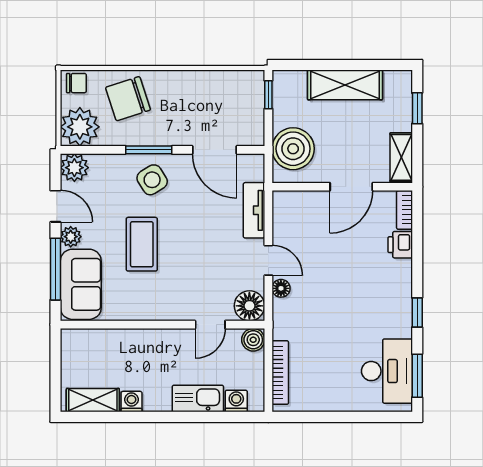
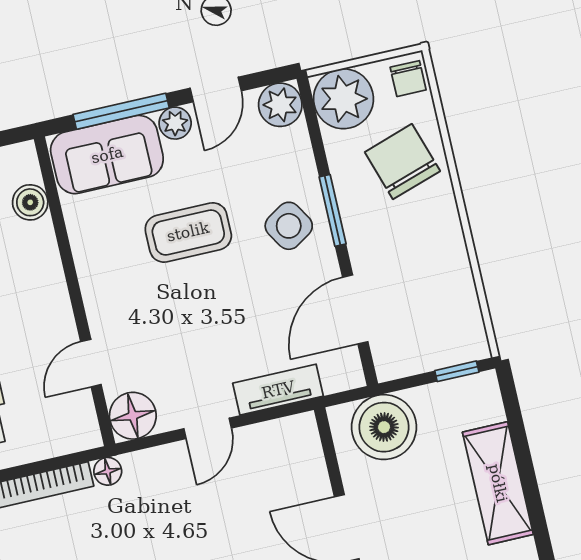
floor lamp: (281, 288) -> (108, 471), moved
door: (210, 325) -> (91, 363), hinge flipped
boiler: (253, 340) -> (30, 202), moved

